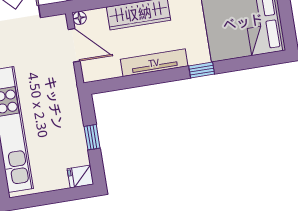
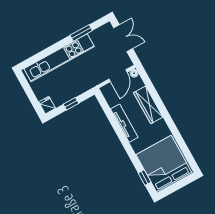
window: (202, 70) -> (145, 178), moved

